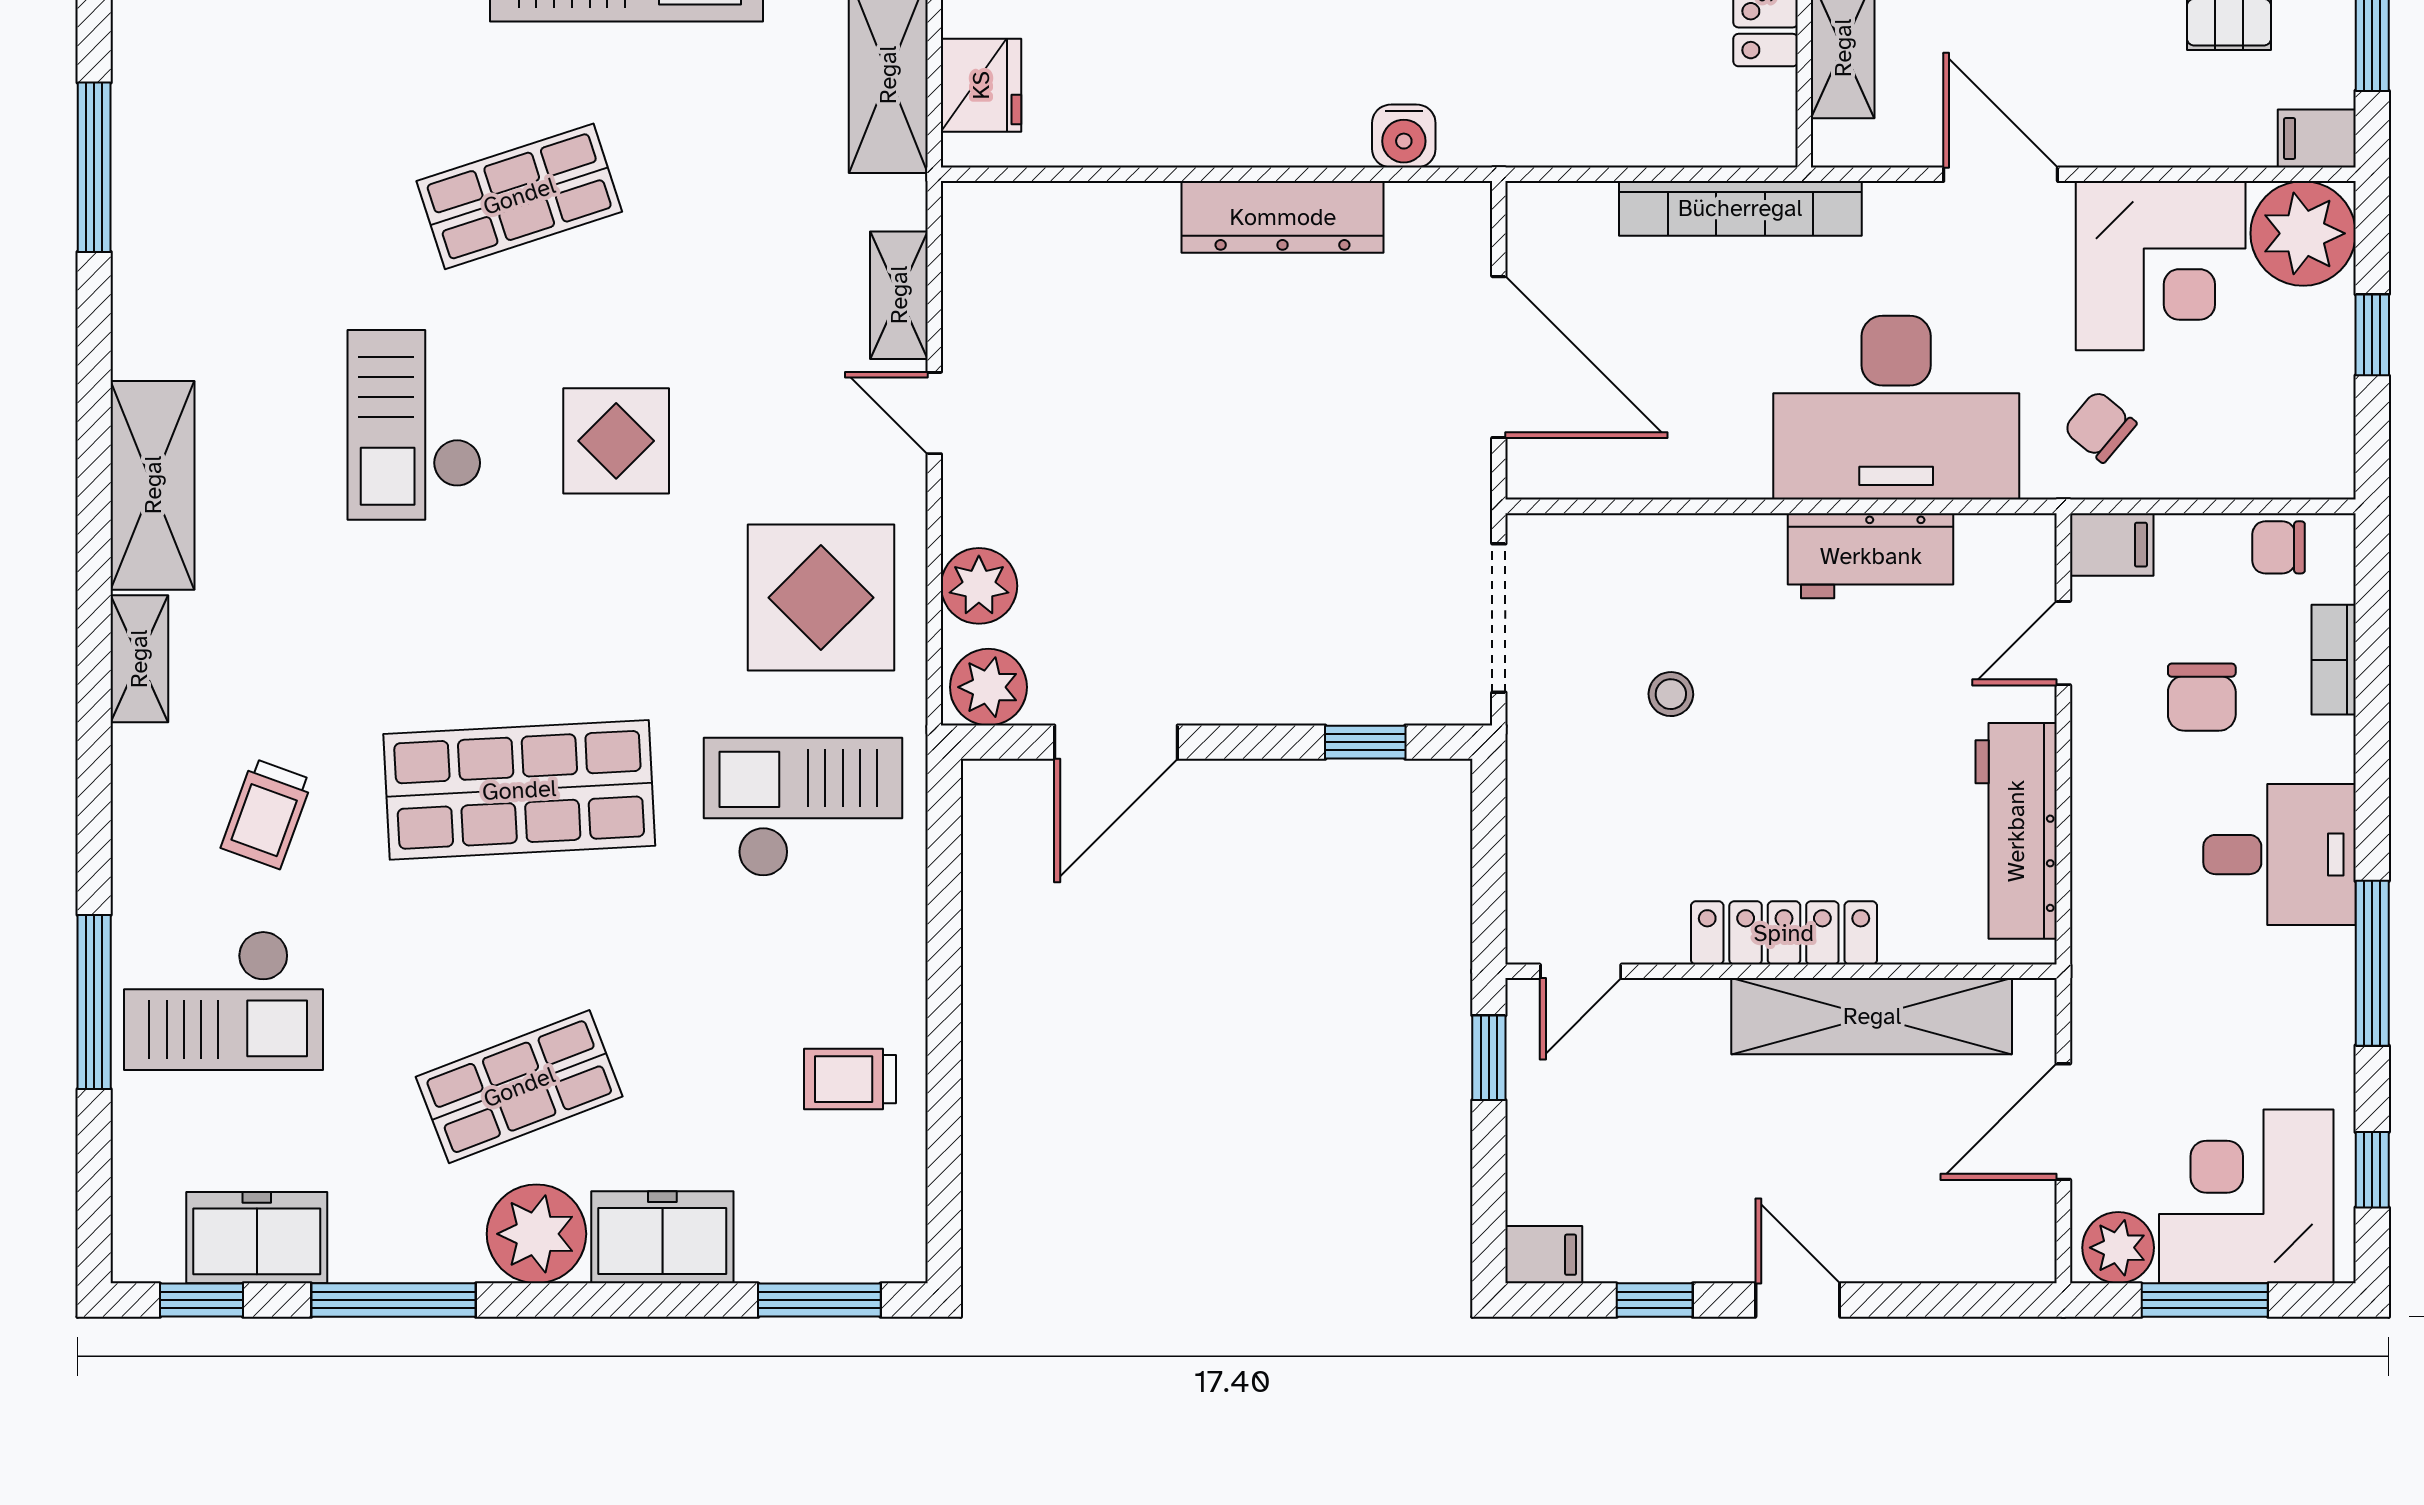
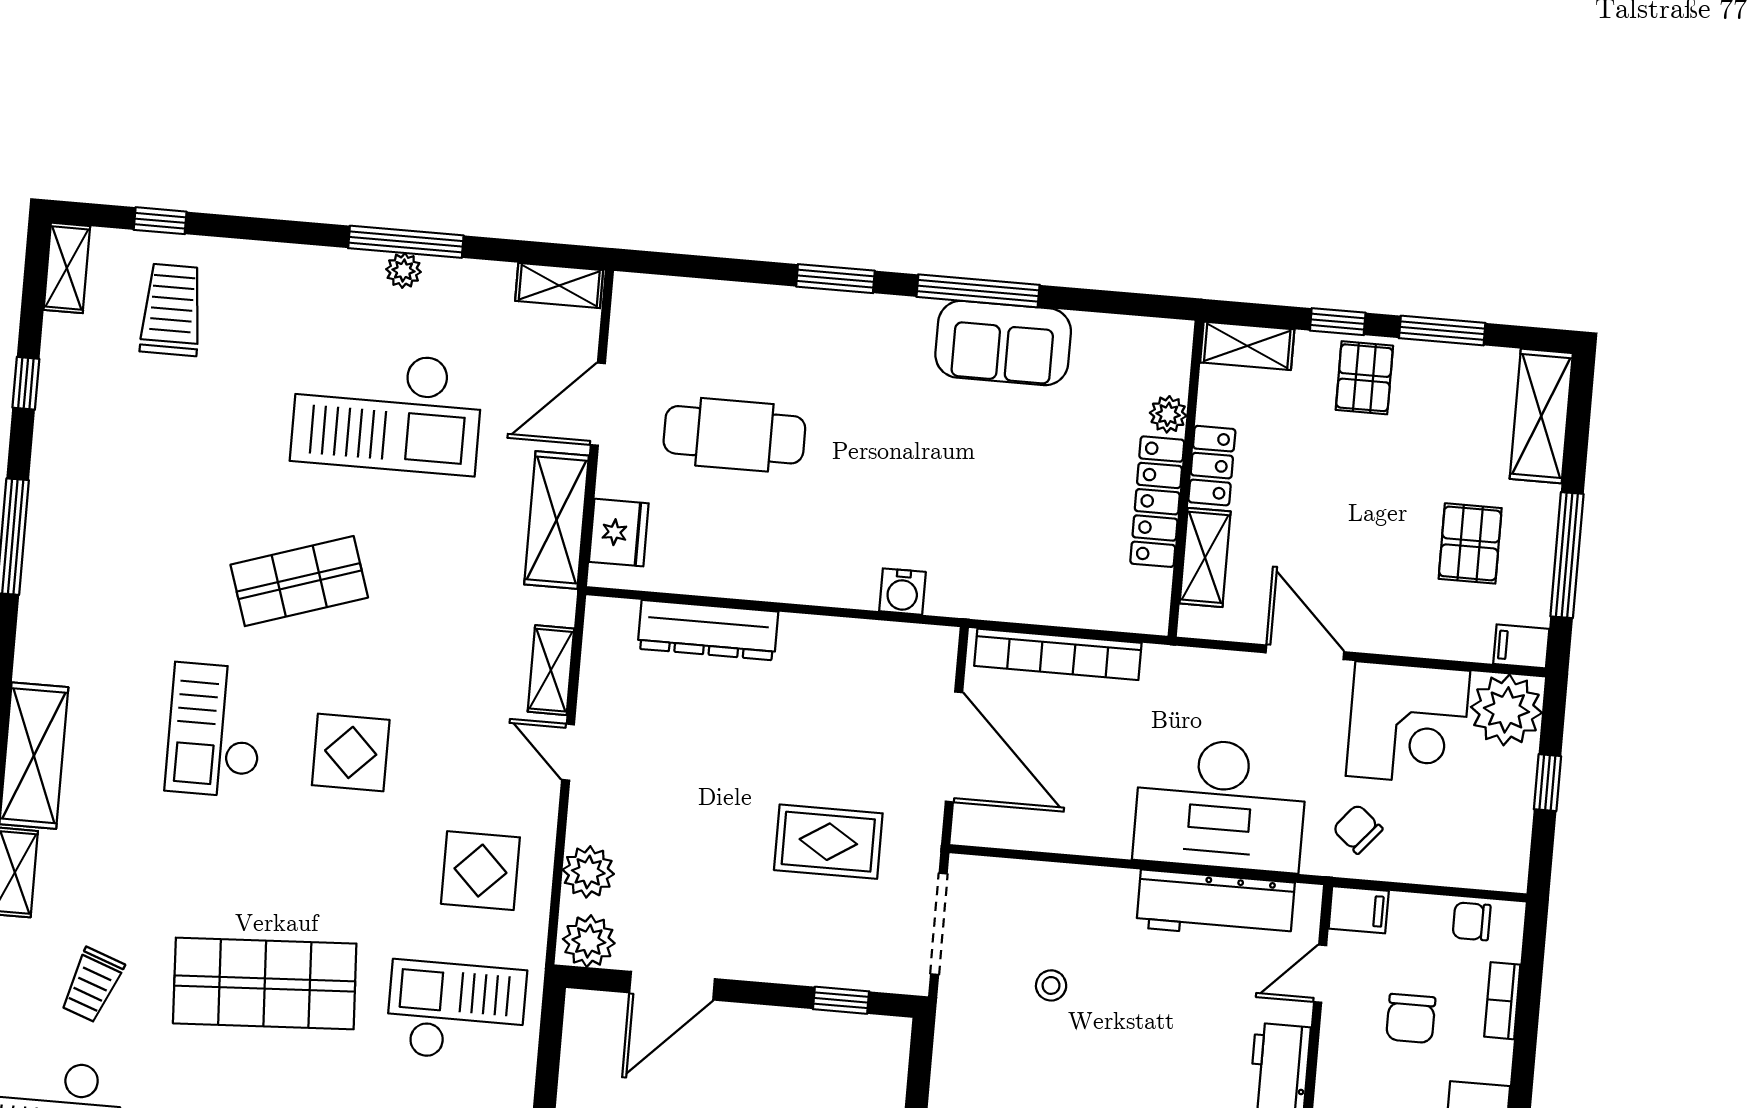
bookcase: (1740, 208) -> (1058, 654), moved
dresser: (1283, 217) -> (708, 630), moved
rug: (1327, 512) -> (828, 842), added
workbench: (1871, 556) -> (1215, 905), width x1.37
display table: (821, 598) -> (480, 871), width x0.73, depth x0.73

